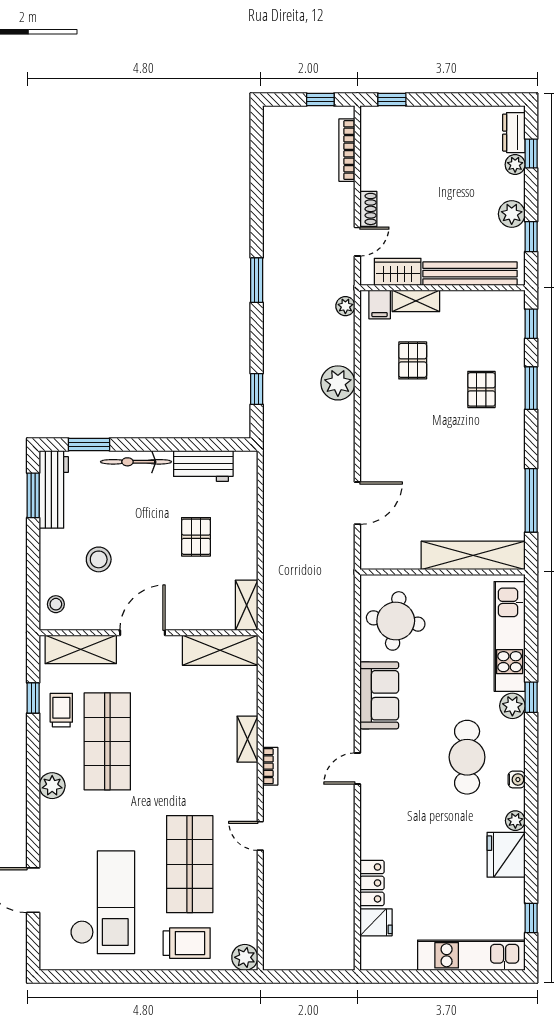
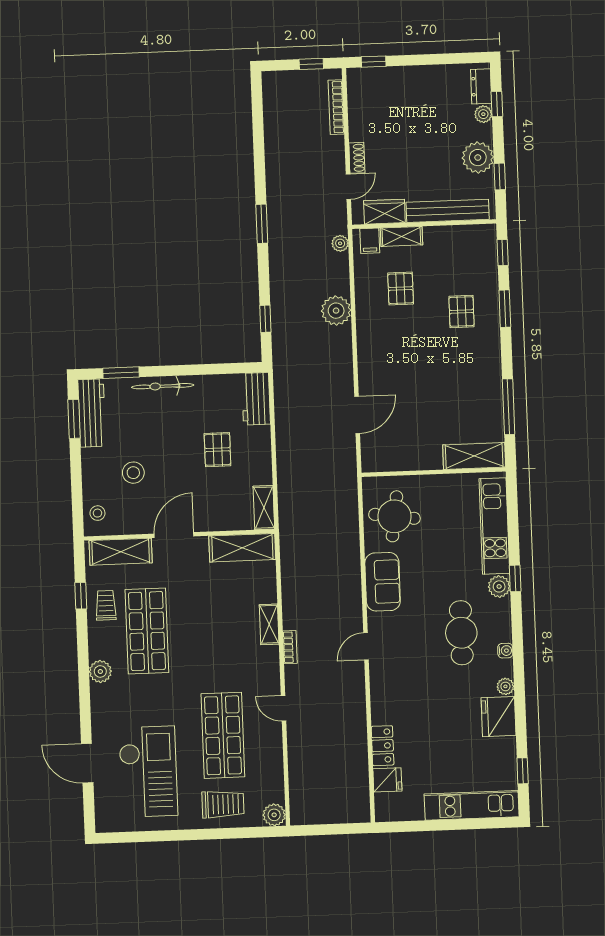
plant: (512, 214) -> (478, 158), width x1.36, depth x1.36
workbench: (203, 466) -> (256, 399), moved, turned 90
shelving: (473, 555) -> (474, 456), width x0.68

